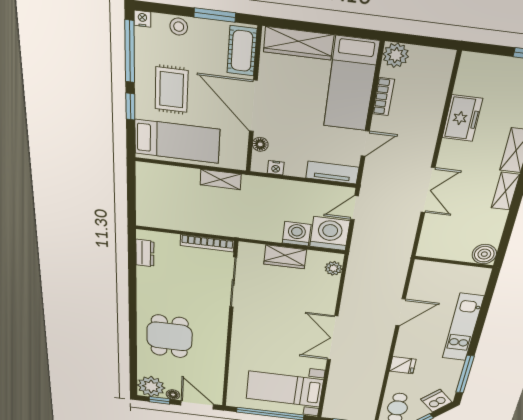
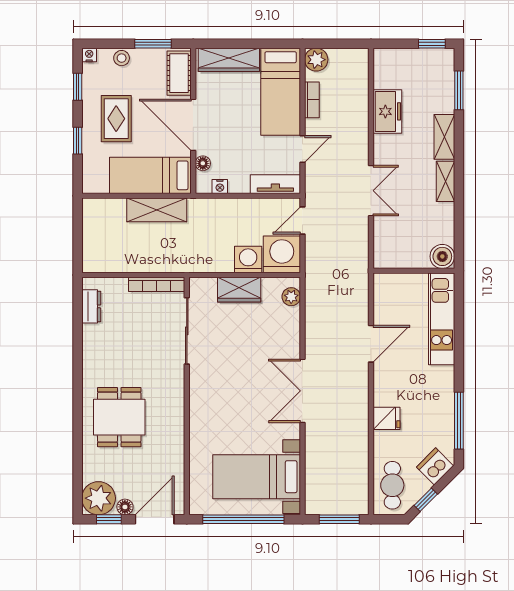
window: (130, 52) -> (78, 87), width x0.46
bed: (177, 141) -> (150, 175), moved, turned 180
shelving: (221, 180) -> (157, 210), width x1.50, depth x1.33
kitchen unit: (463, 328) -> (442, 319), moved
door: (197, 405) -> (155, 519), hinge flipped

